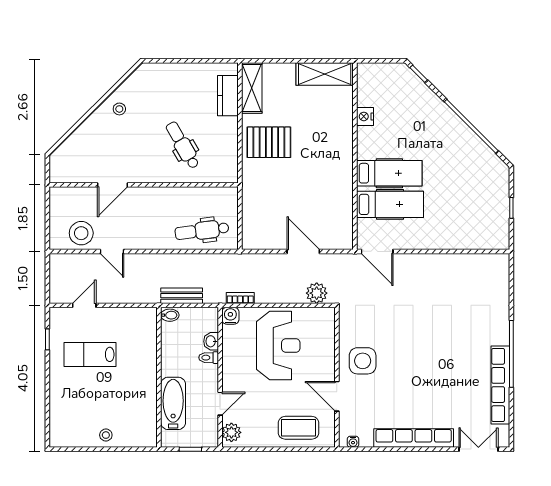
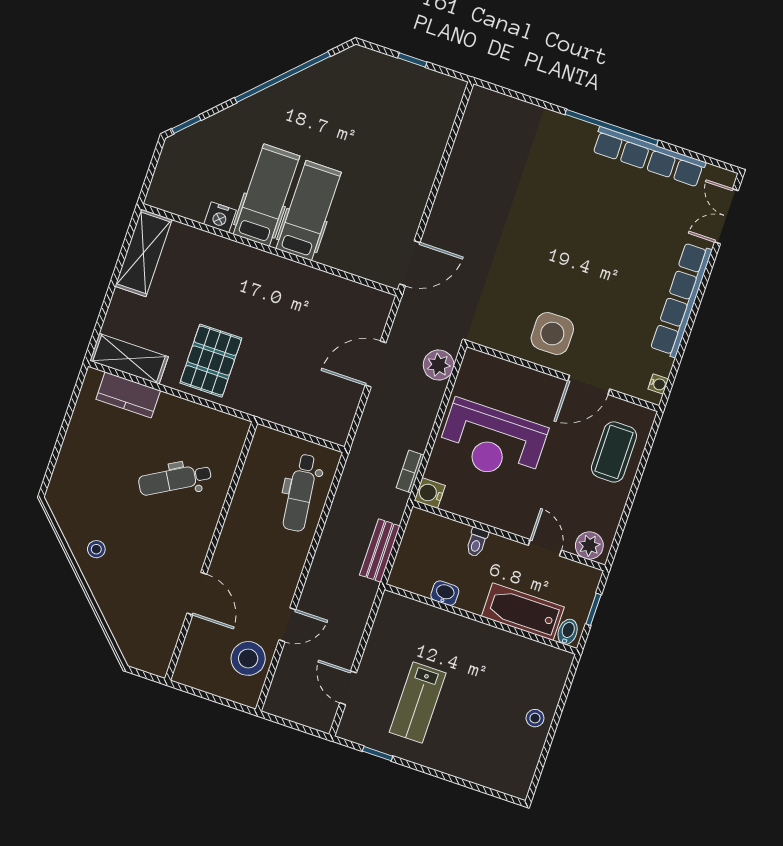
hospital bed: (390, 204) -> (266, 195), moved
bidet: (170, 315) -> (568, 632), moved
washbasin: (211, 341) -> (445, 593), moved, turned 180
reception desk: (278, 345) -> (492, 441), turned 180

